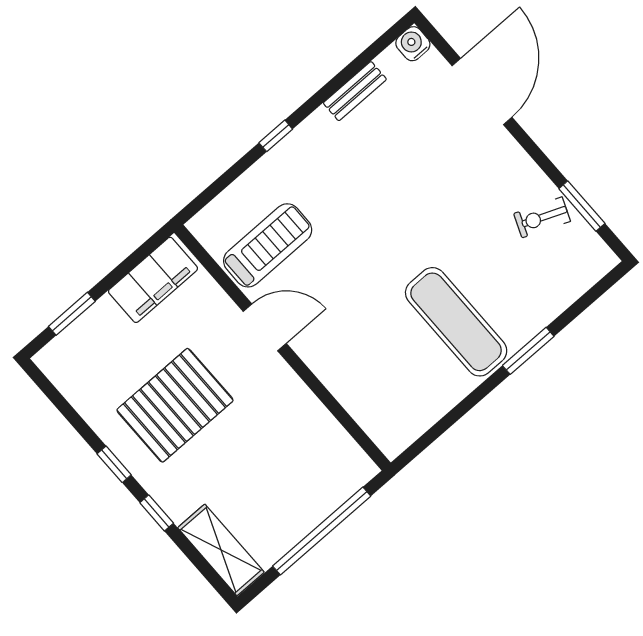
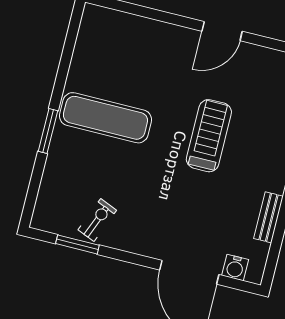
water cooler: (413, 44) -> (235, 268), moved, turned 90
treadmill: (268, 245) -> (209, 136), moved, turned 180

